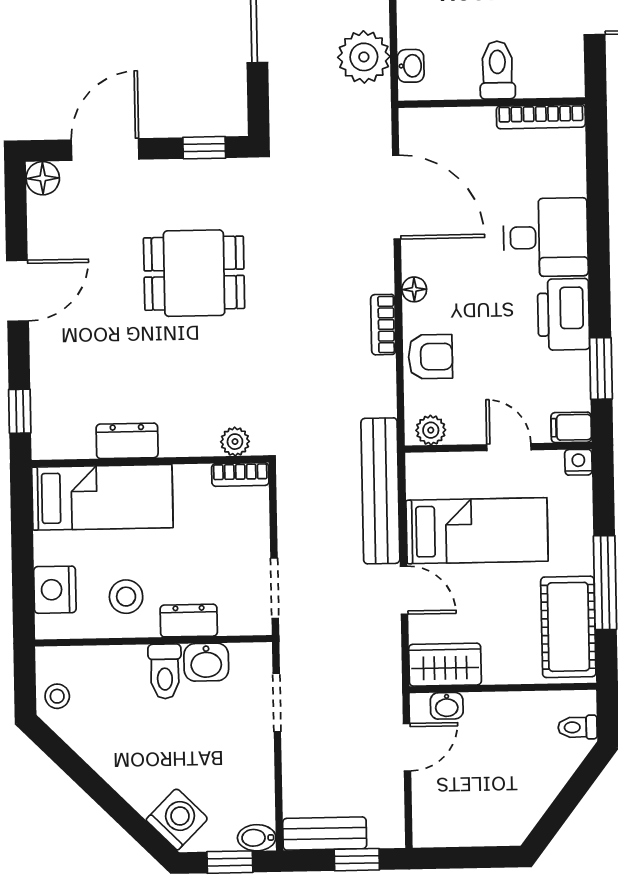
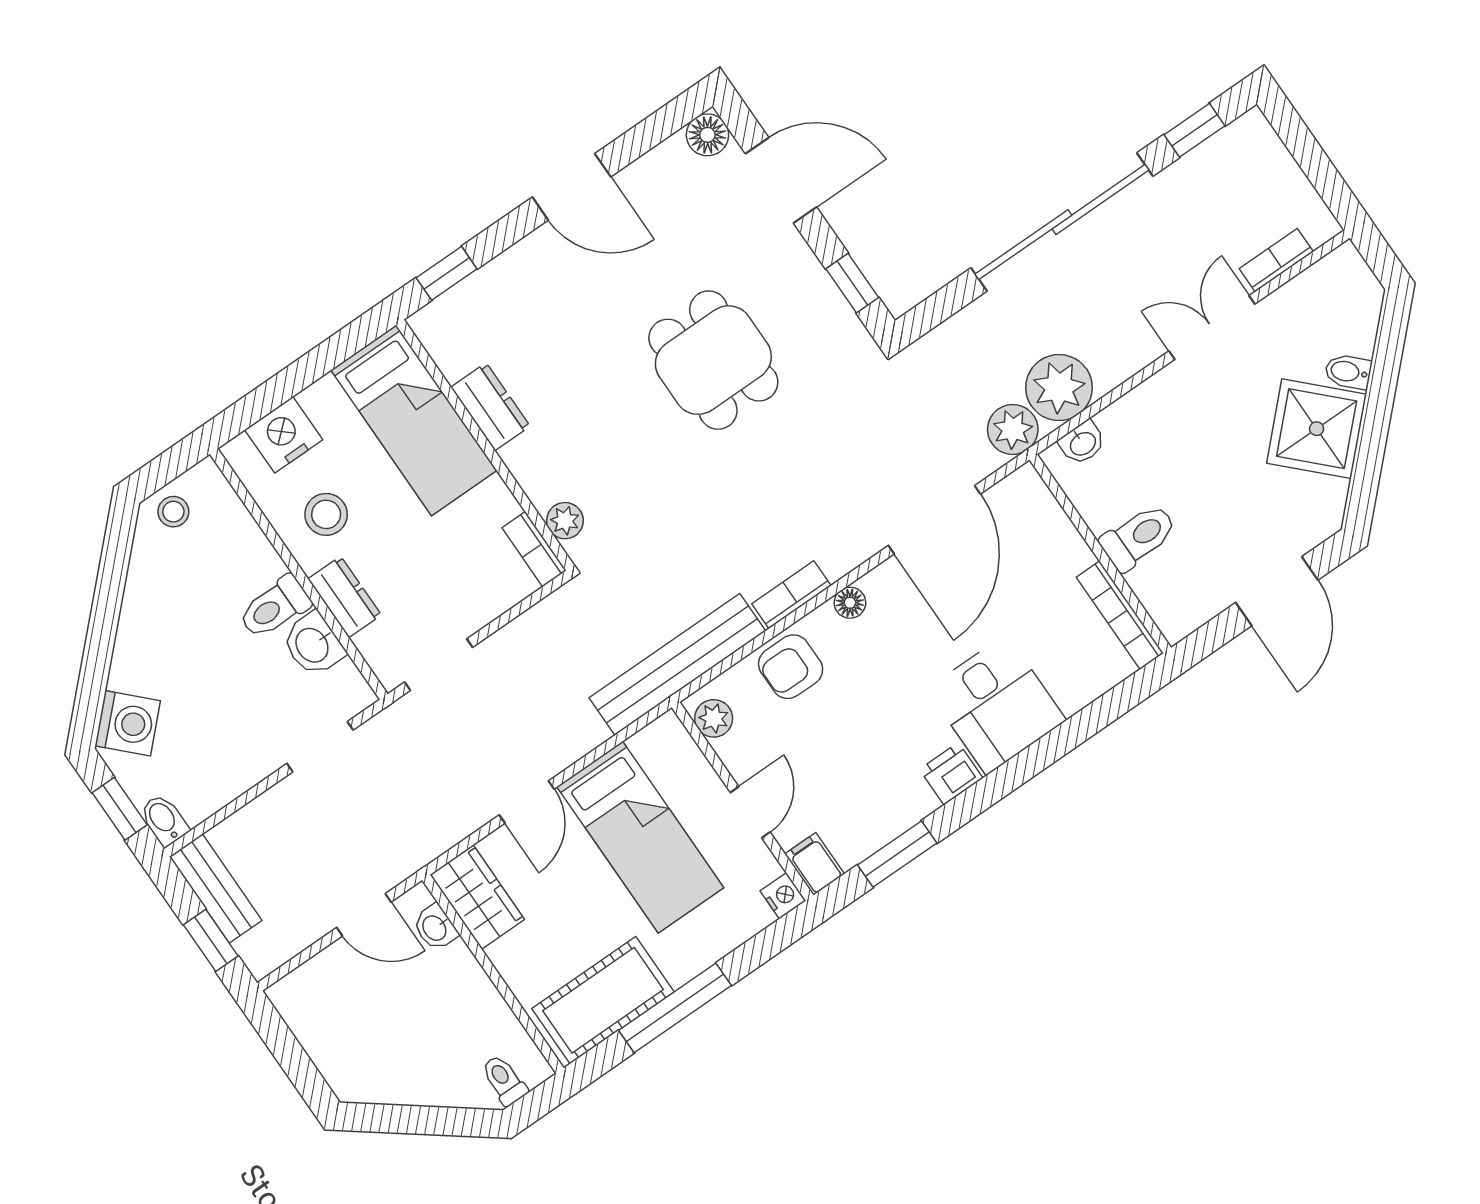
plant: (371, 106) -> (1013, 429), added
printer: (564, 314) -> (951, 774), width x0.53, depth x0.68
armchair: (430, 357) -> (791, 667), turned 90
bench: (380, 491) -> (677, 664), moved

